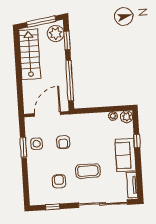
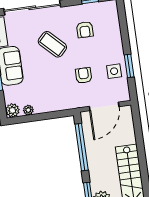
coffee table: (88, 171) -> (52, 44), turned 45

